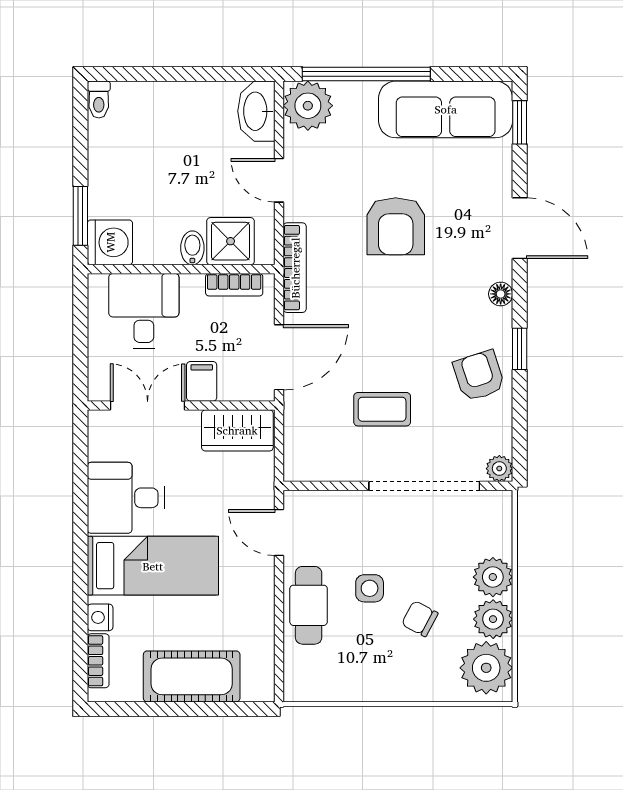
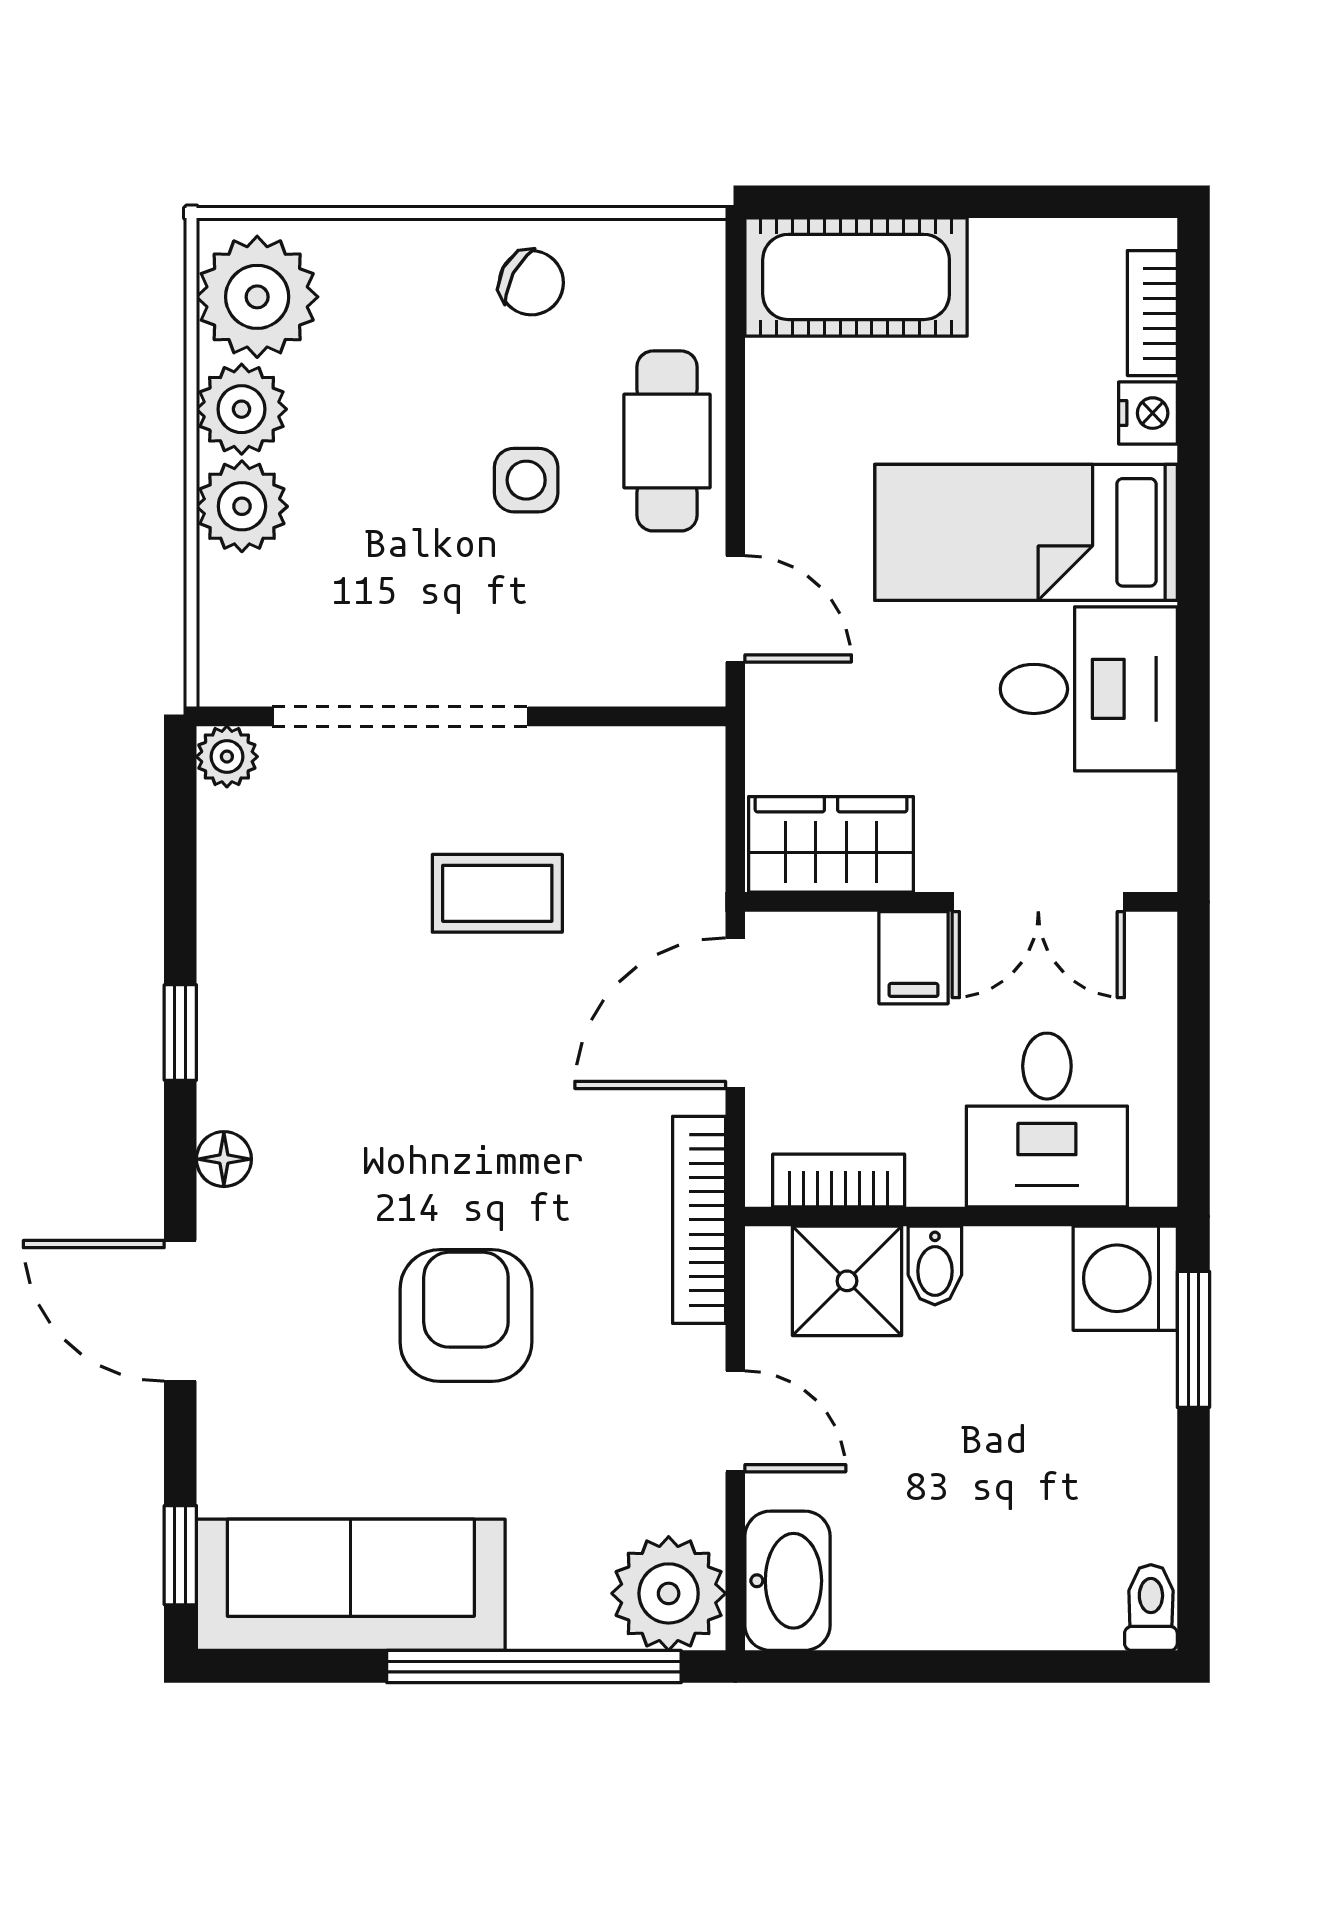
armchair: (479, 376) -> (274, 970), removed
chair: (420, 619) -> (531, 283), moved
cot: (192, 676) -> (856, 277), moved

